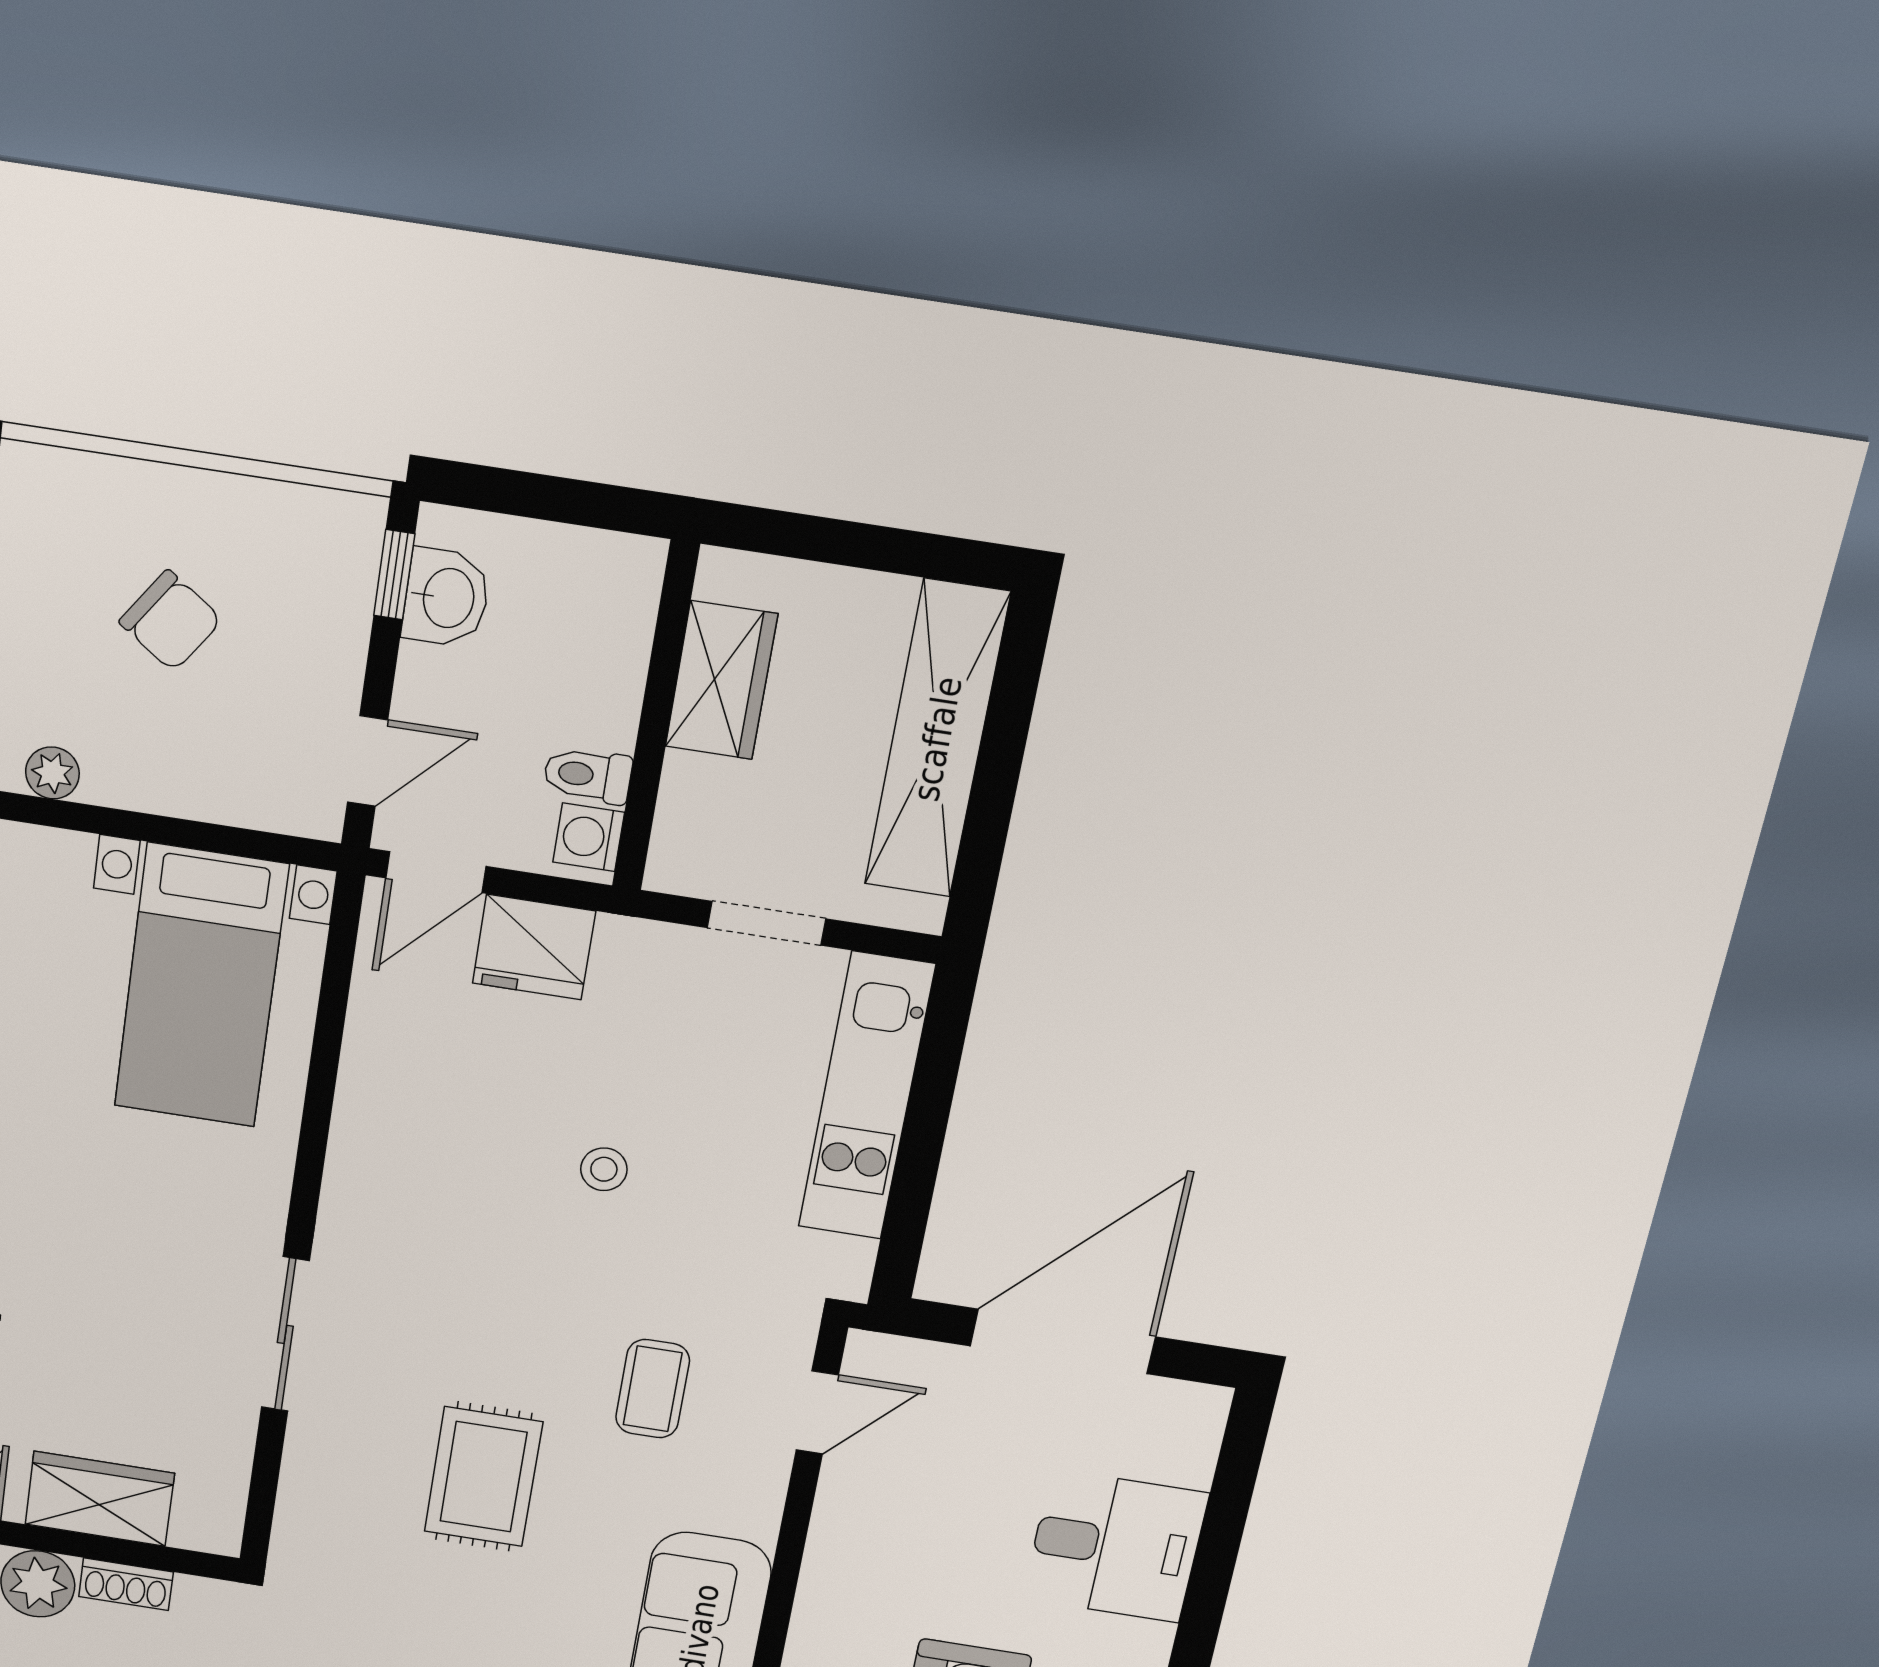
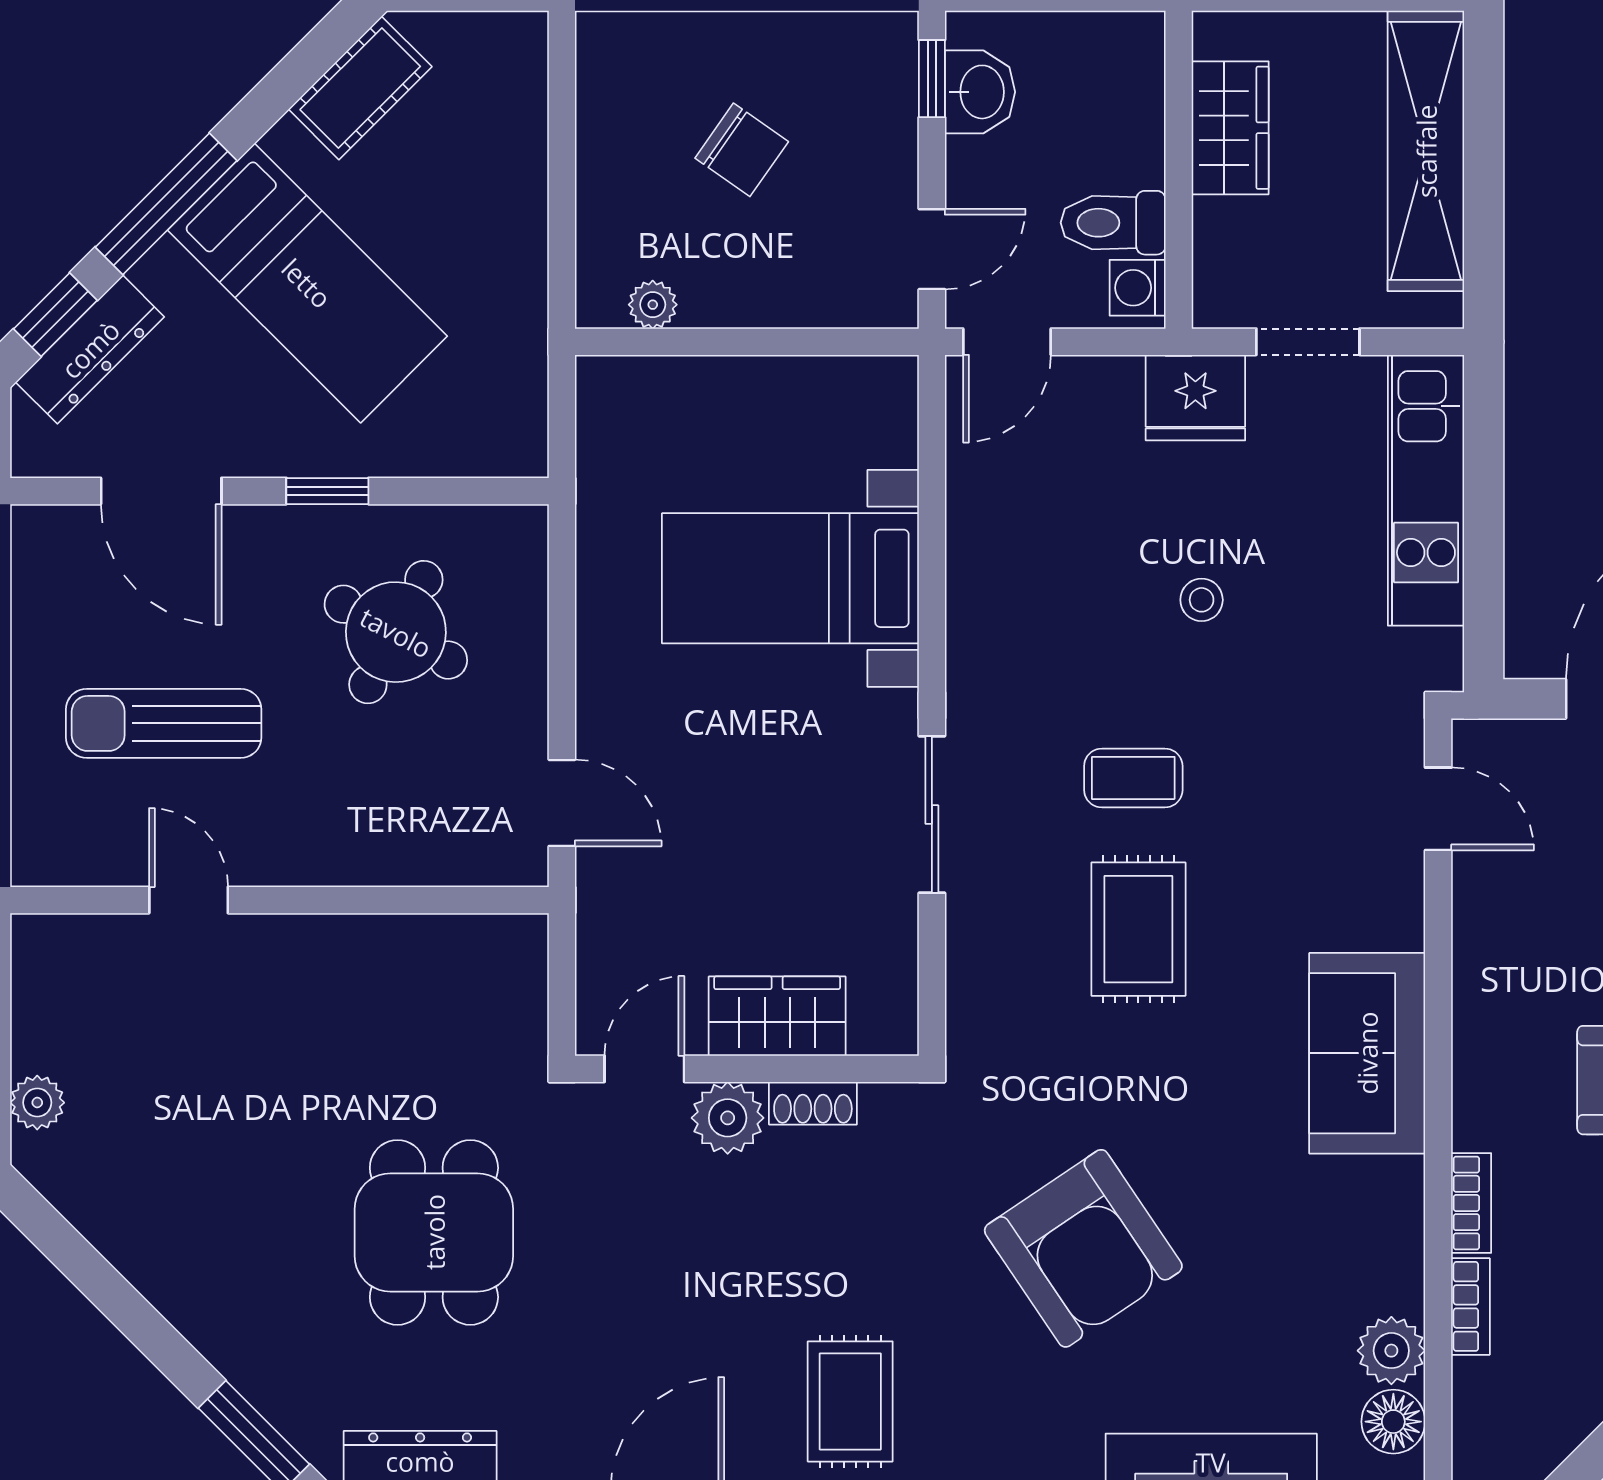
toilet: (588, 775) -> (1113, 223), width x1.37, depth x1.39
fridge: (534, 947) -> (1195, 398), moved
bed with nightstands: (201, 986) -> (790, 578), moved, turned 90
coffee table: (653, 1389) -> (1133, 778), moved, turned 90
door: (817, 1412) -> (1438, 809), hinge flipped

